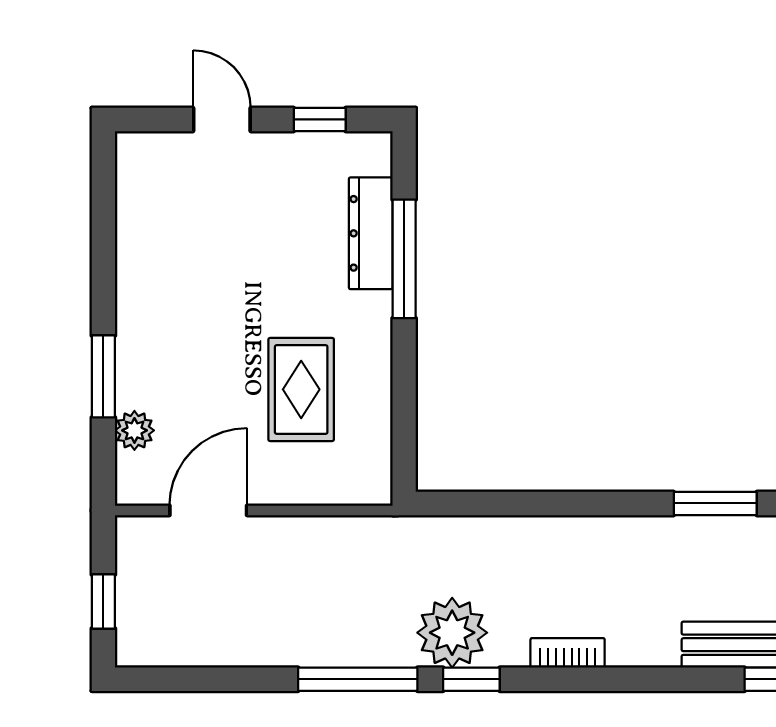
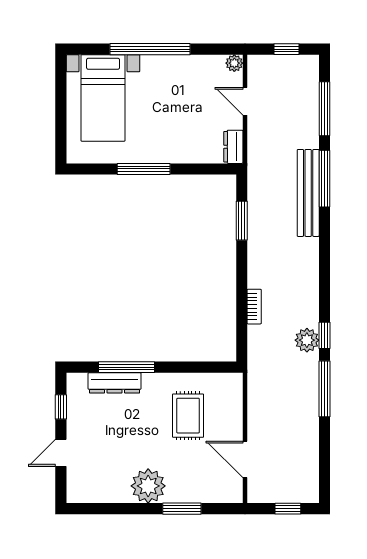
rug: (301, 389) -> (188, 416), turned 90
plant: (134, 430) -> (148, 486), moved, width x1.87, depth x1.87
plant: (452, 633) -> (307, 340), width x0.73, depth x0.73
bookcase: (568, 653) -> (254, 307), moved, turned 180

